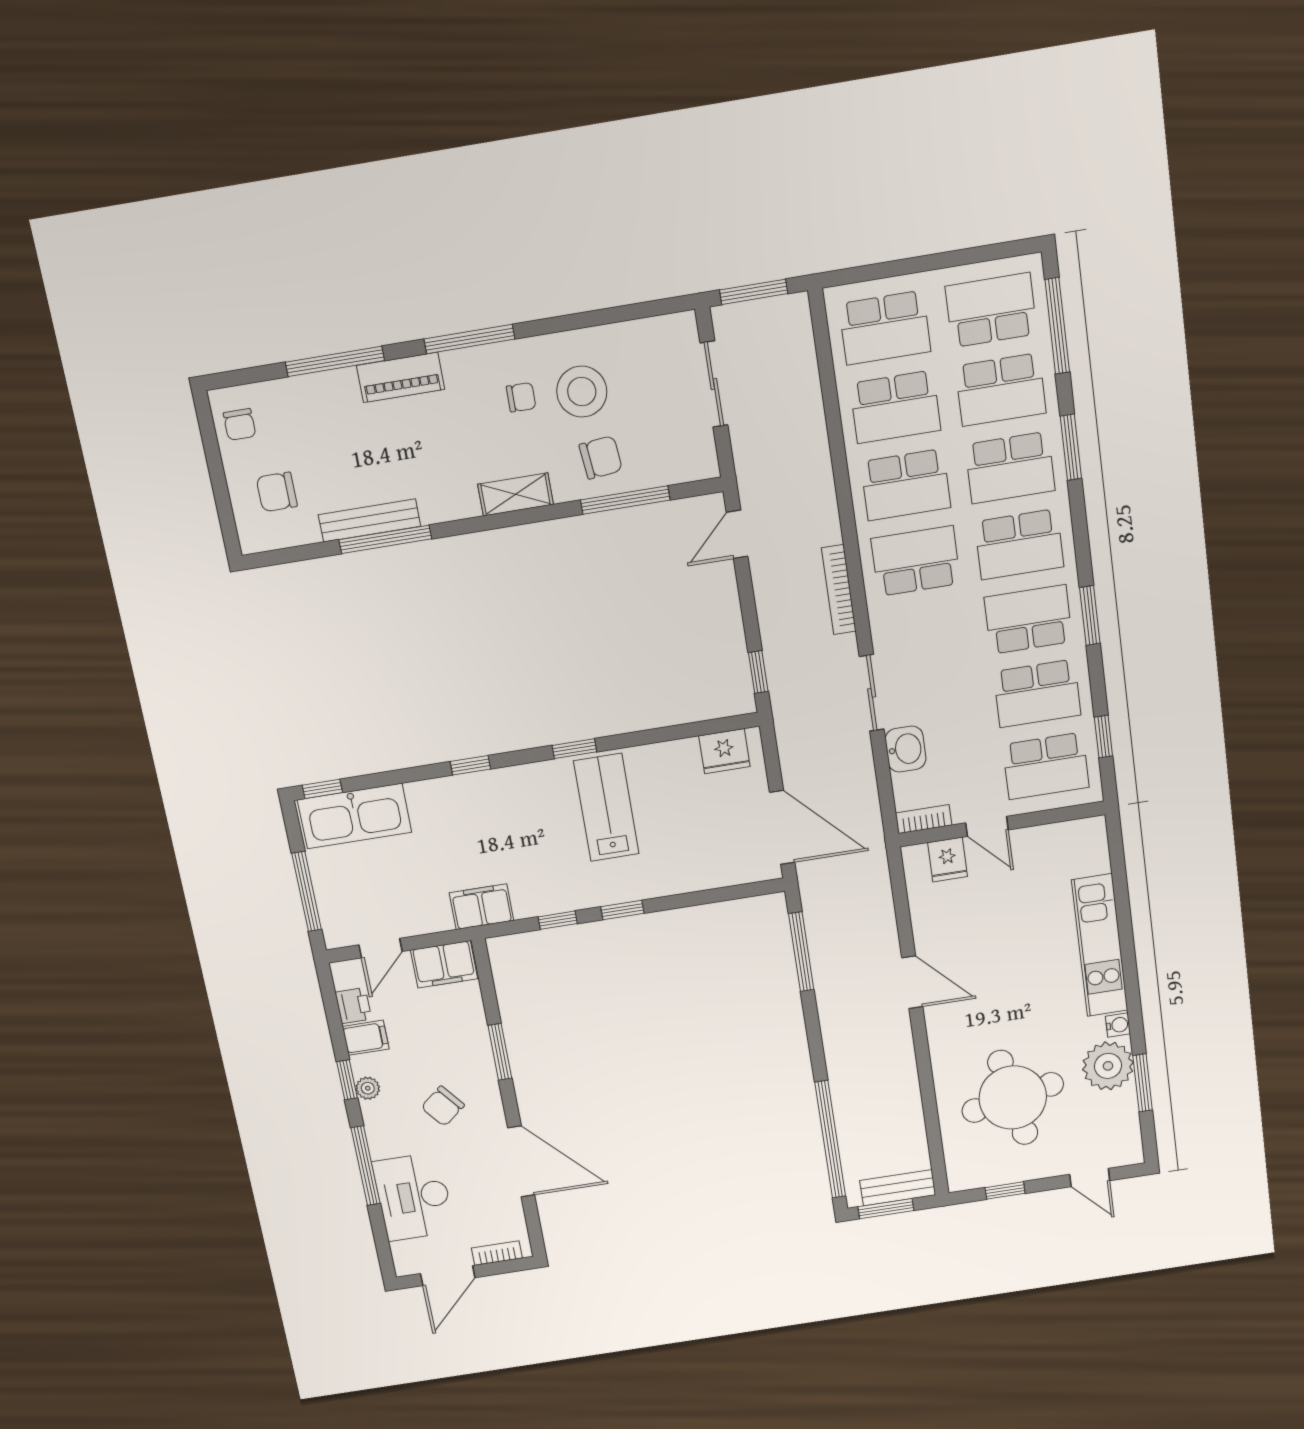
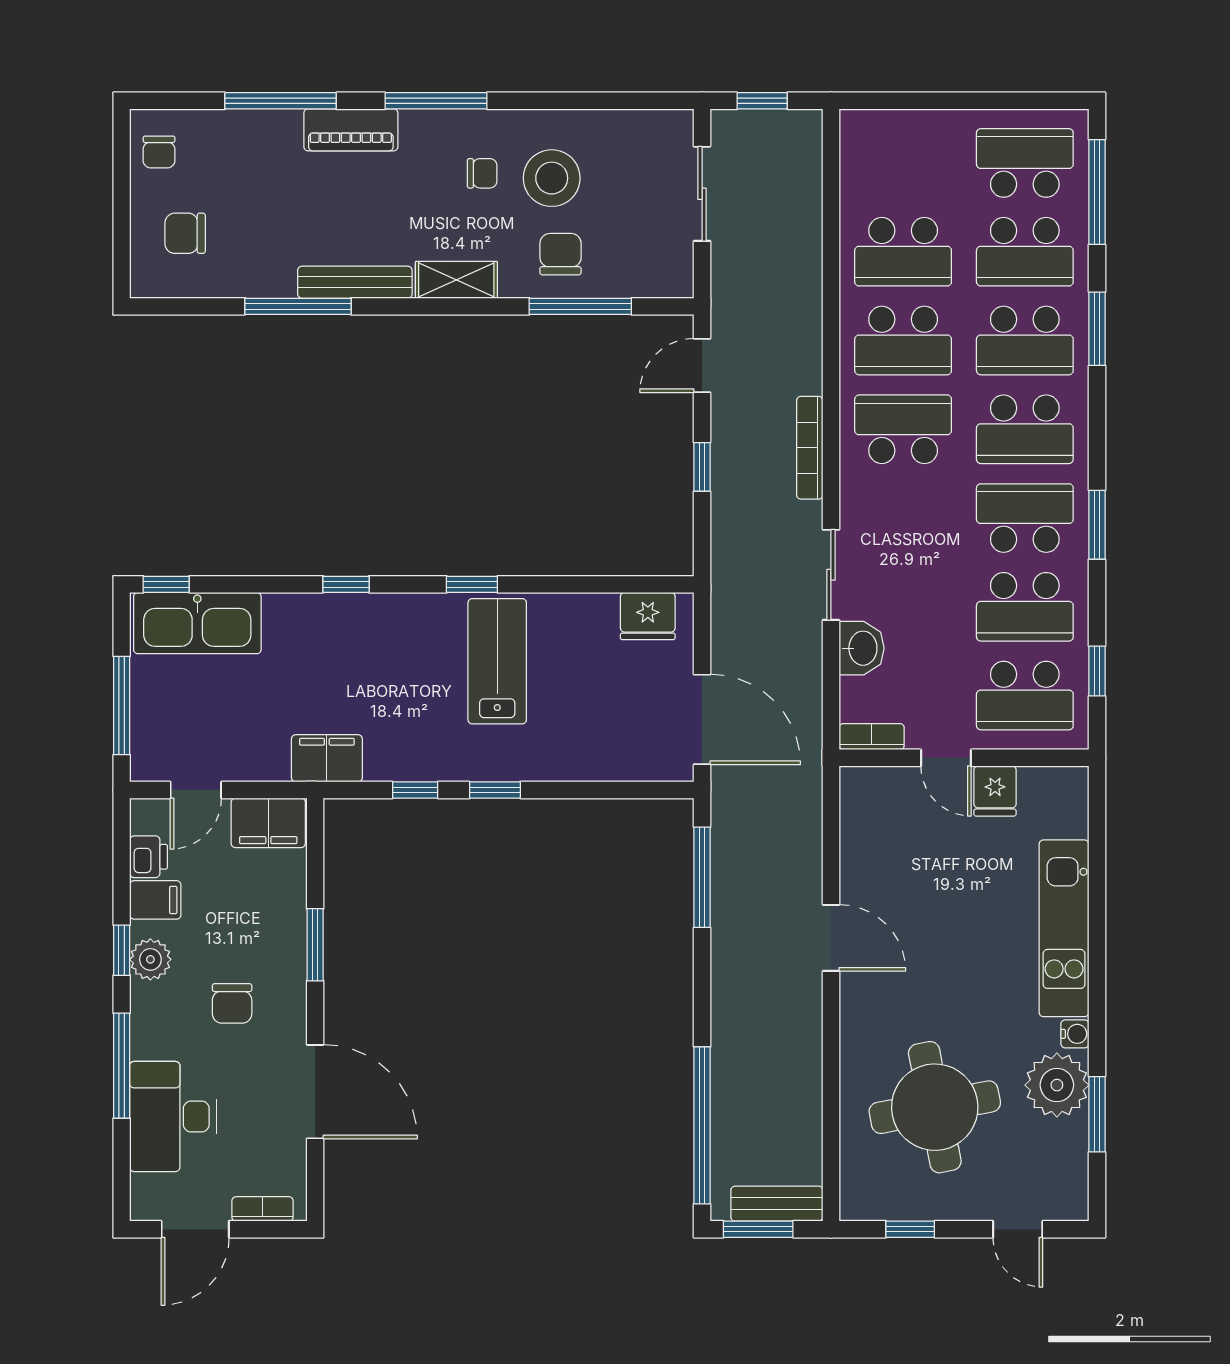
window: (754, 292) -> (762, 101), width x0.67
school desk: (885, 328) -> (903, 163), removed
chair: (601, 457) -> (561, 254), turned -84
bench: (369, 521) -> (355, 282), moved
window: (758, 672) -> (702, 467), moved
fridge: (947, 860) -> (995, 791), moved
plant: (368, 1088) -> (150, 959), width x1.38, depth x1.38
chair: (443, 1106) -> (232, 1003), turned -51

